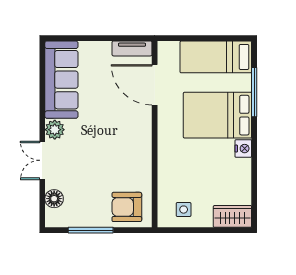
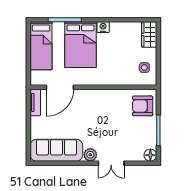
floor lamp: (54, 199) -> (150, 155), moved
armchair: (127, 207) -> (143, 106), turned 90

